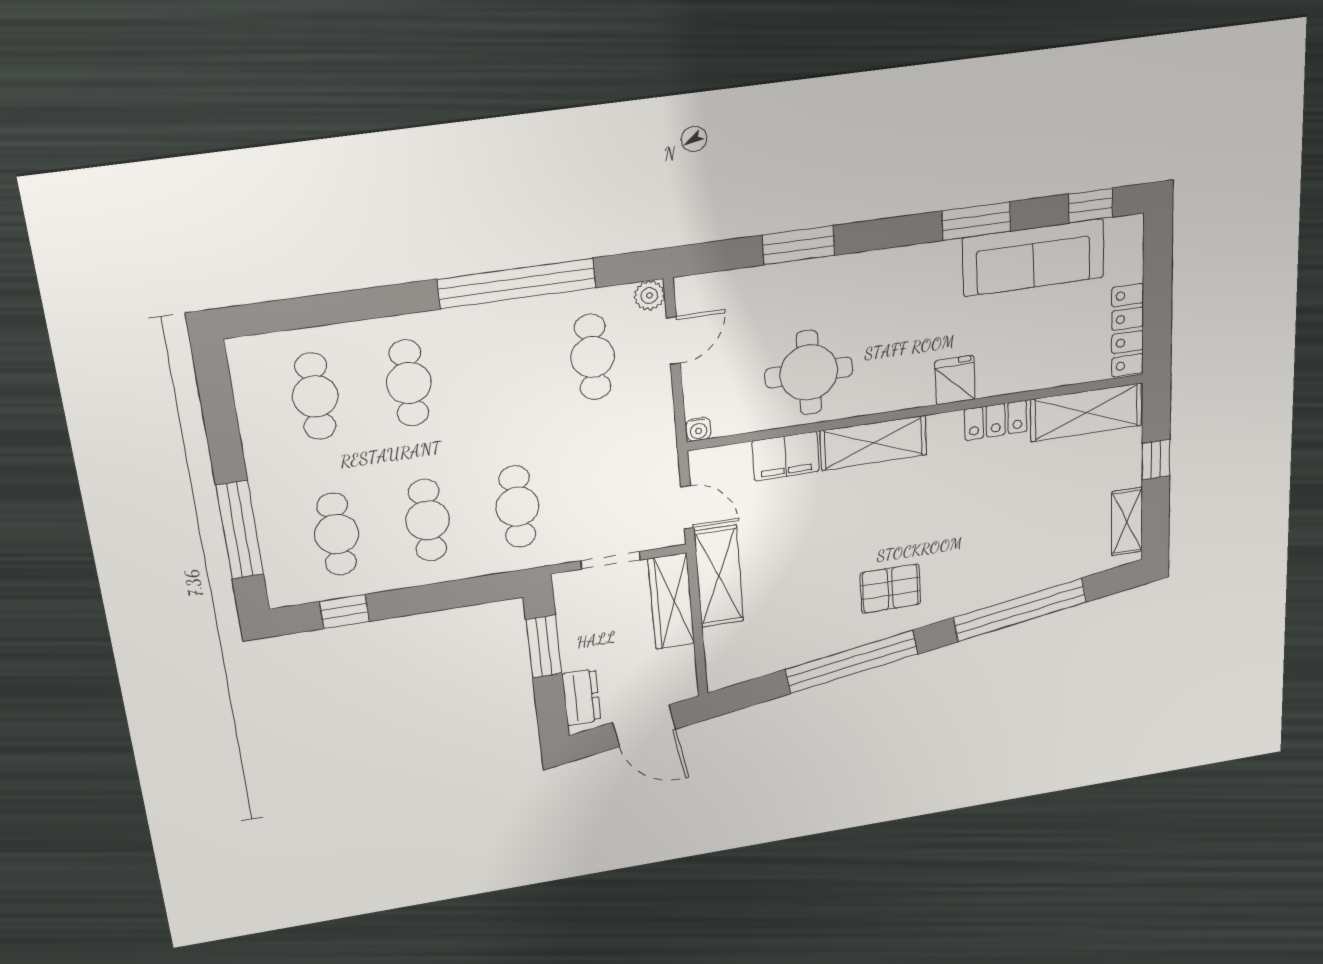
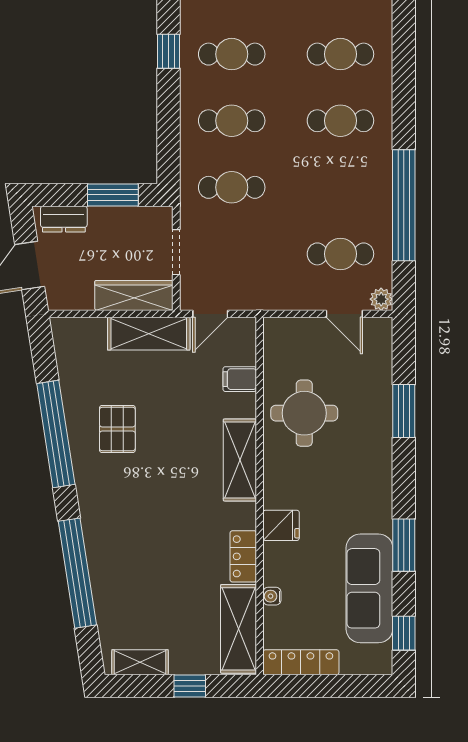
water cooler: (698, 429) -> (272, 596), moved
filing cabinet: (786, 456) -> (240, 379), width x0.50
pallet: (890, 589) -> (117, 429), moved

